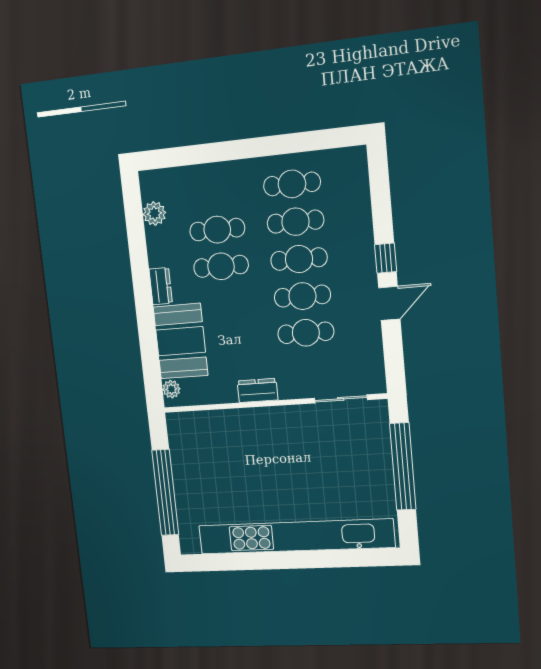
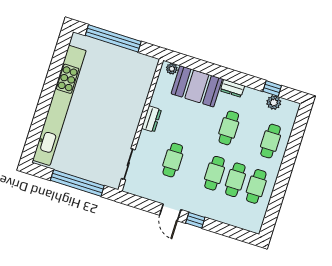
window: (135, 225) -> (272, 89), added
cafe table: (217, 230) -> (271, 141), moved
cafe table: (302, 296) -> (194, 167), removed

